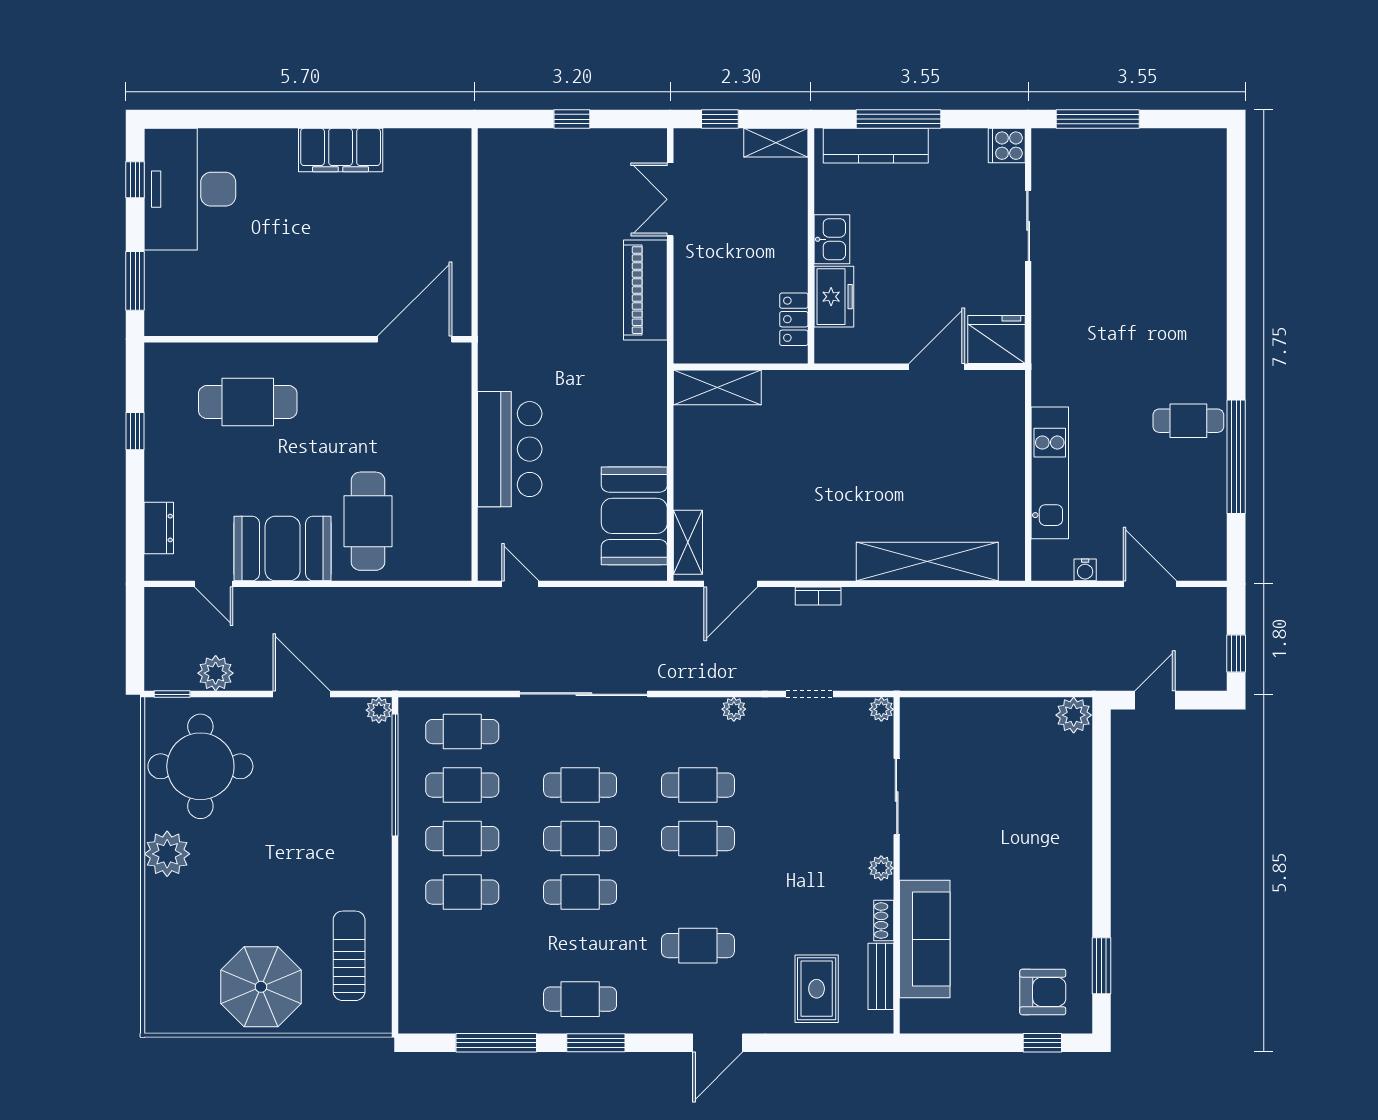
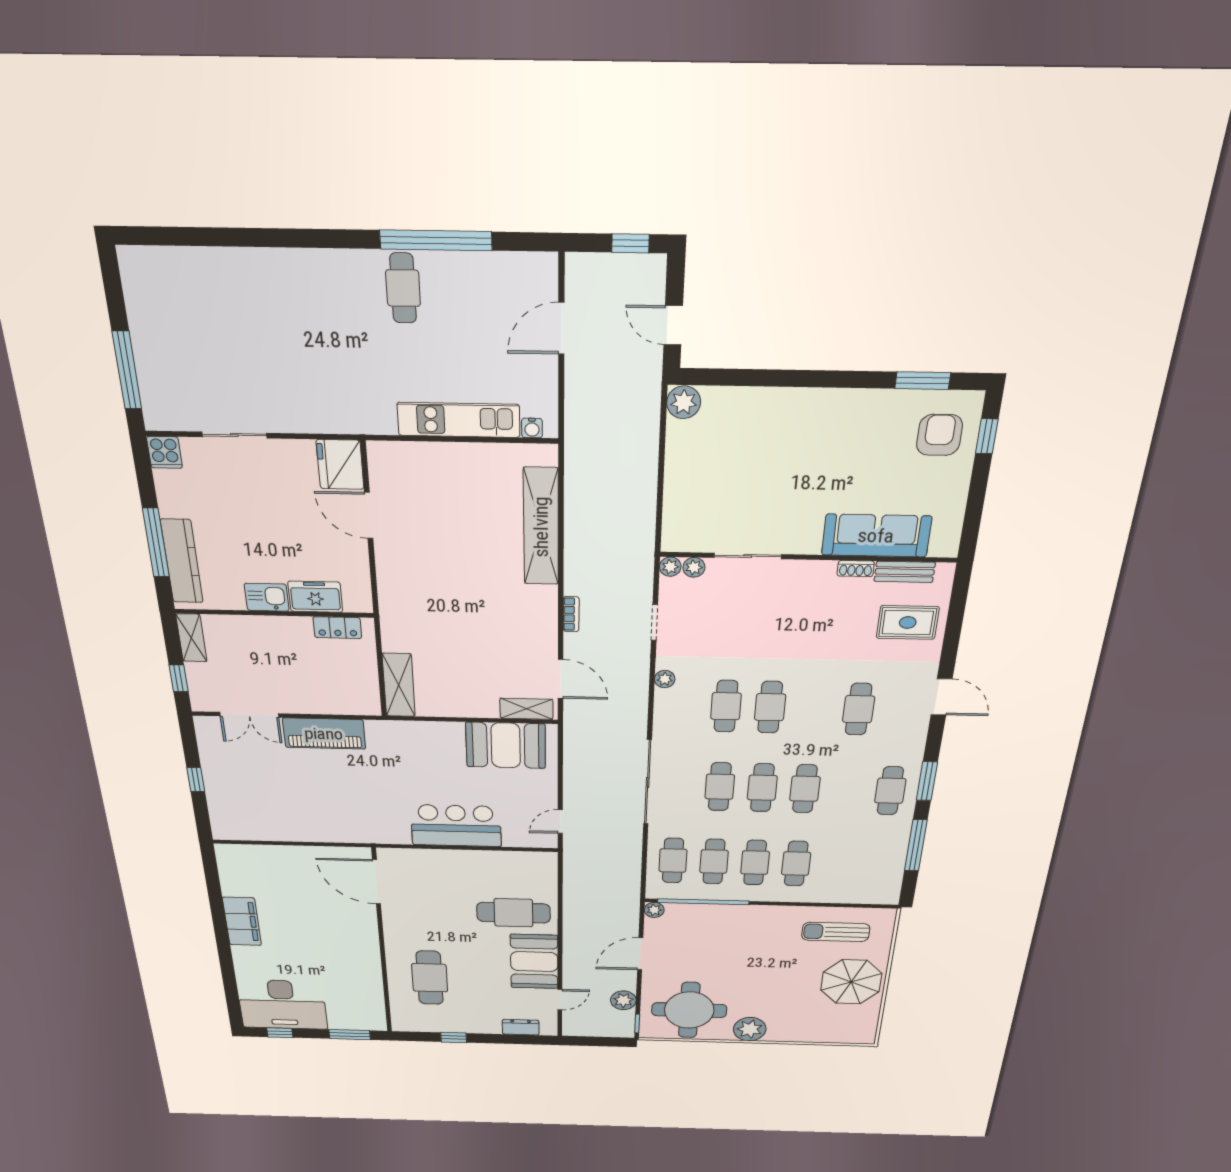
water cooler: (1085, 570) -> (532, 428), moved, turned 90
plant: (881, 868) -> (694, 567), moved

